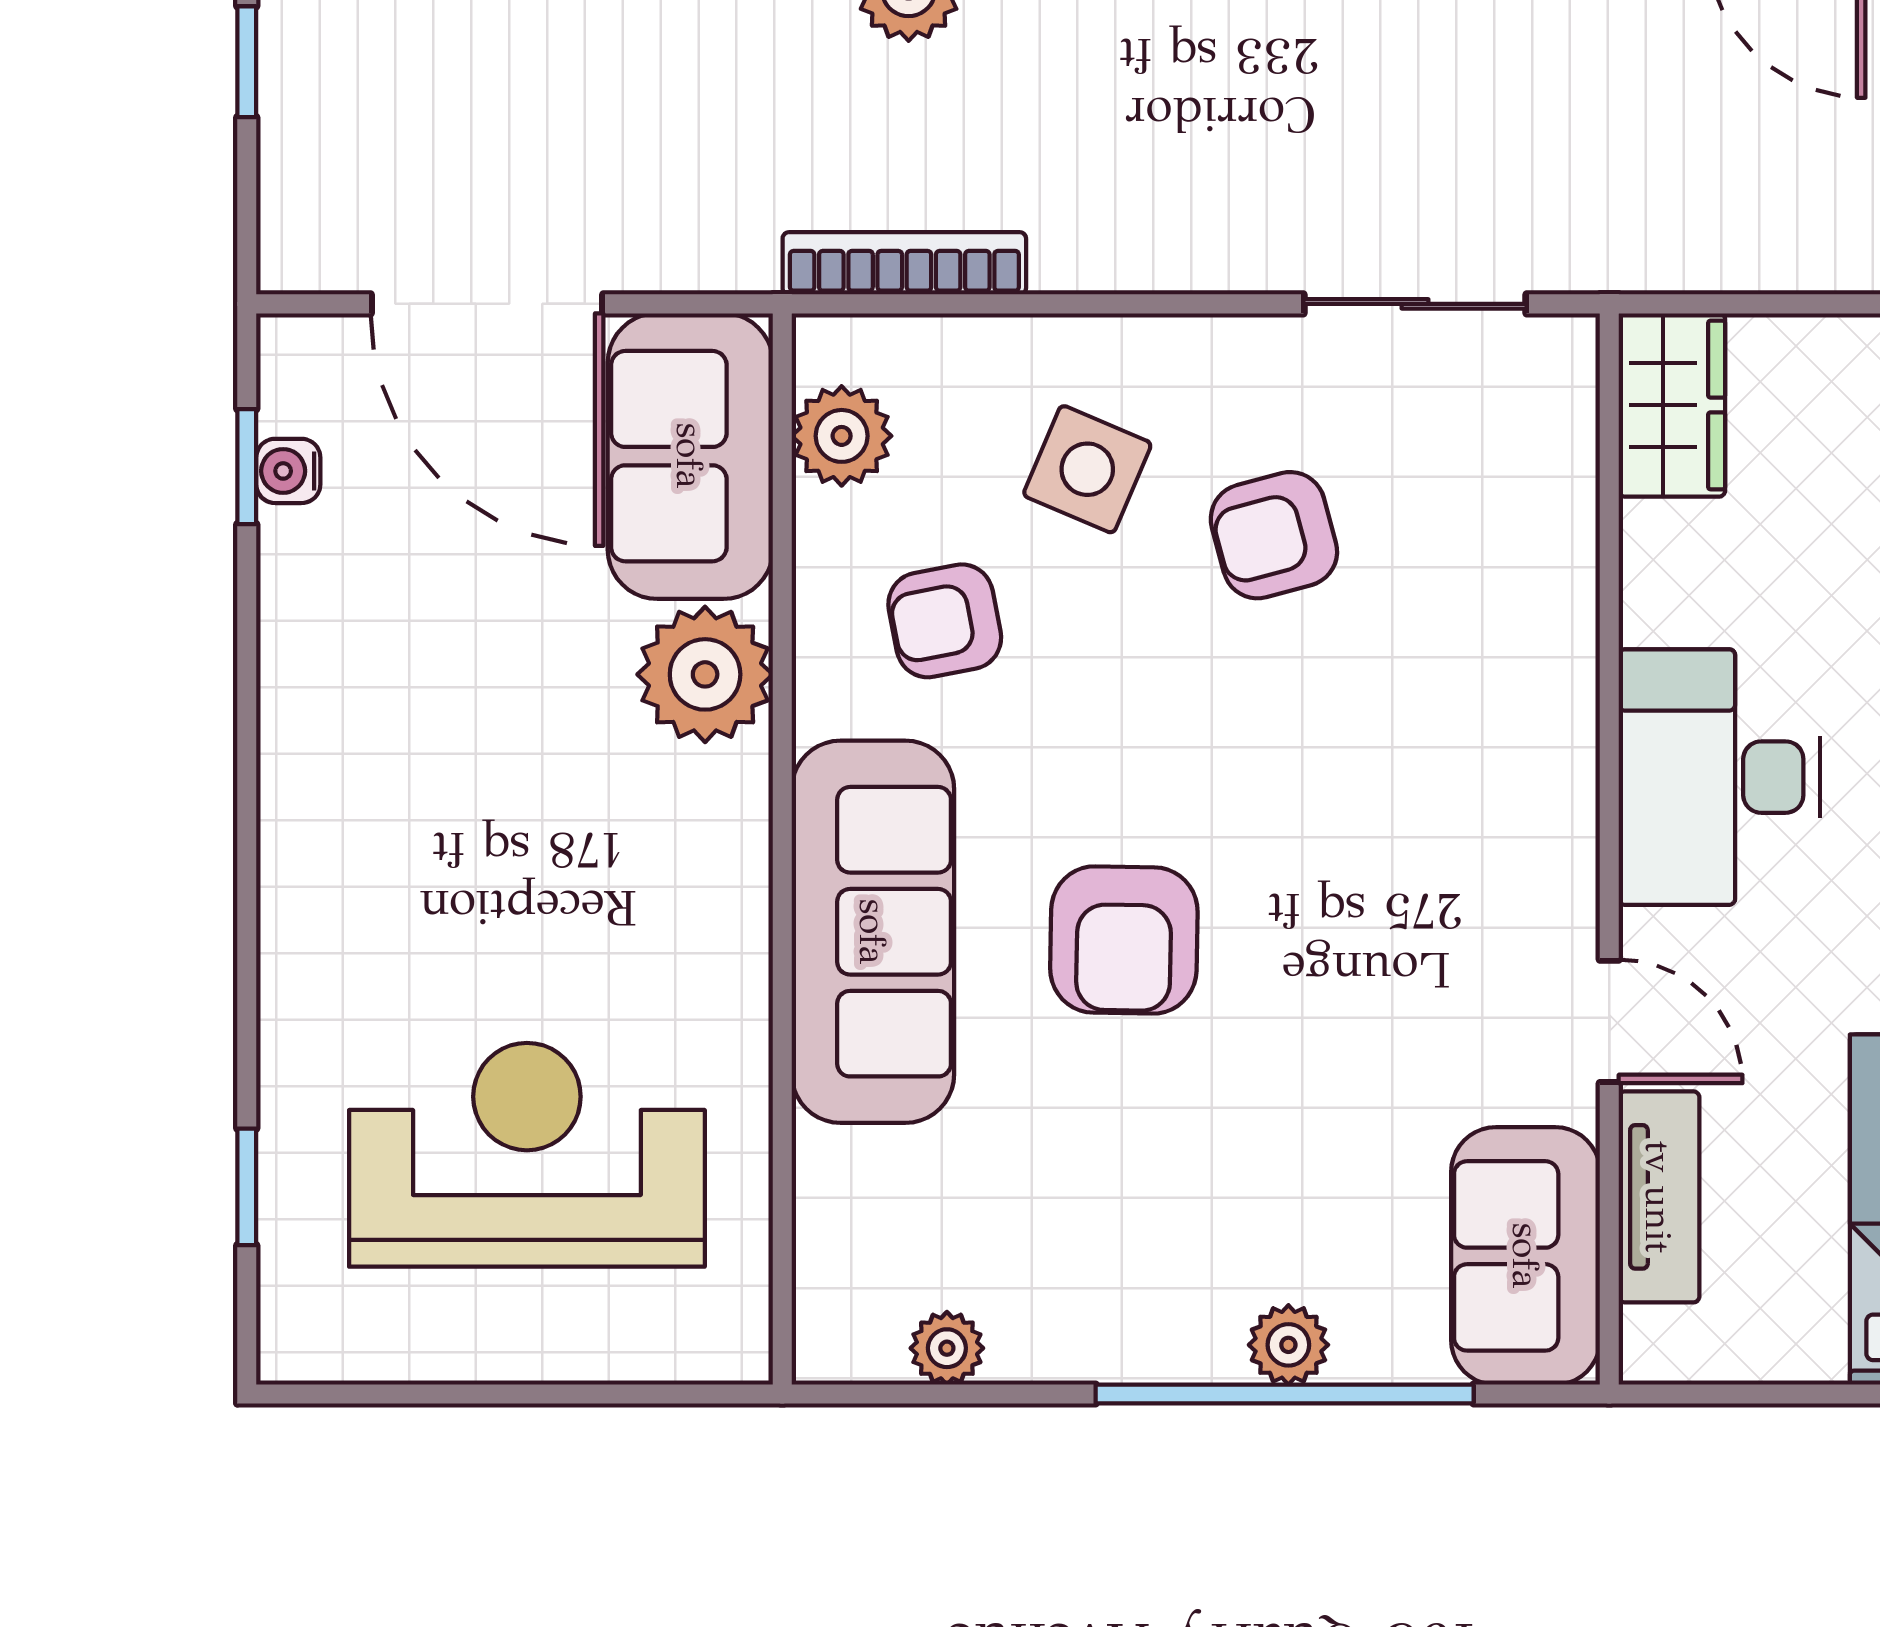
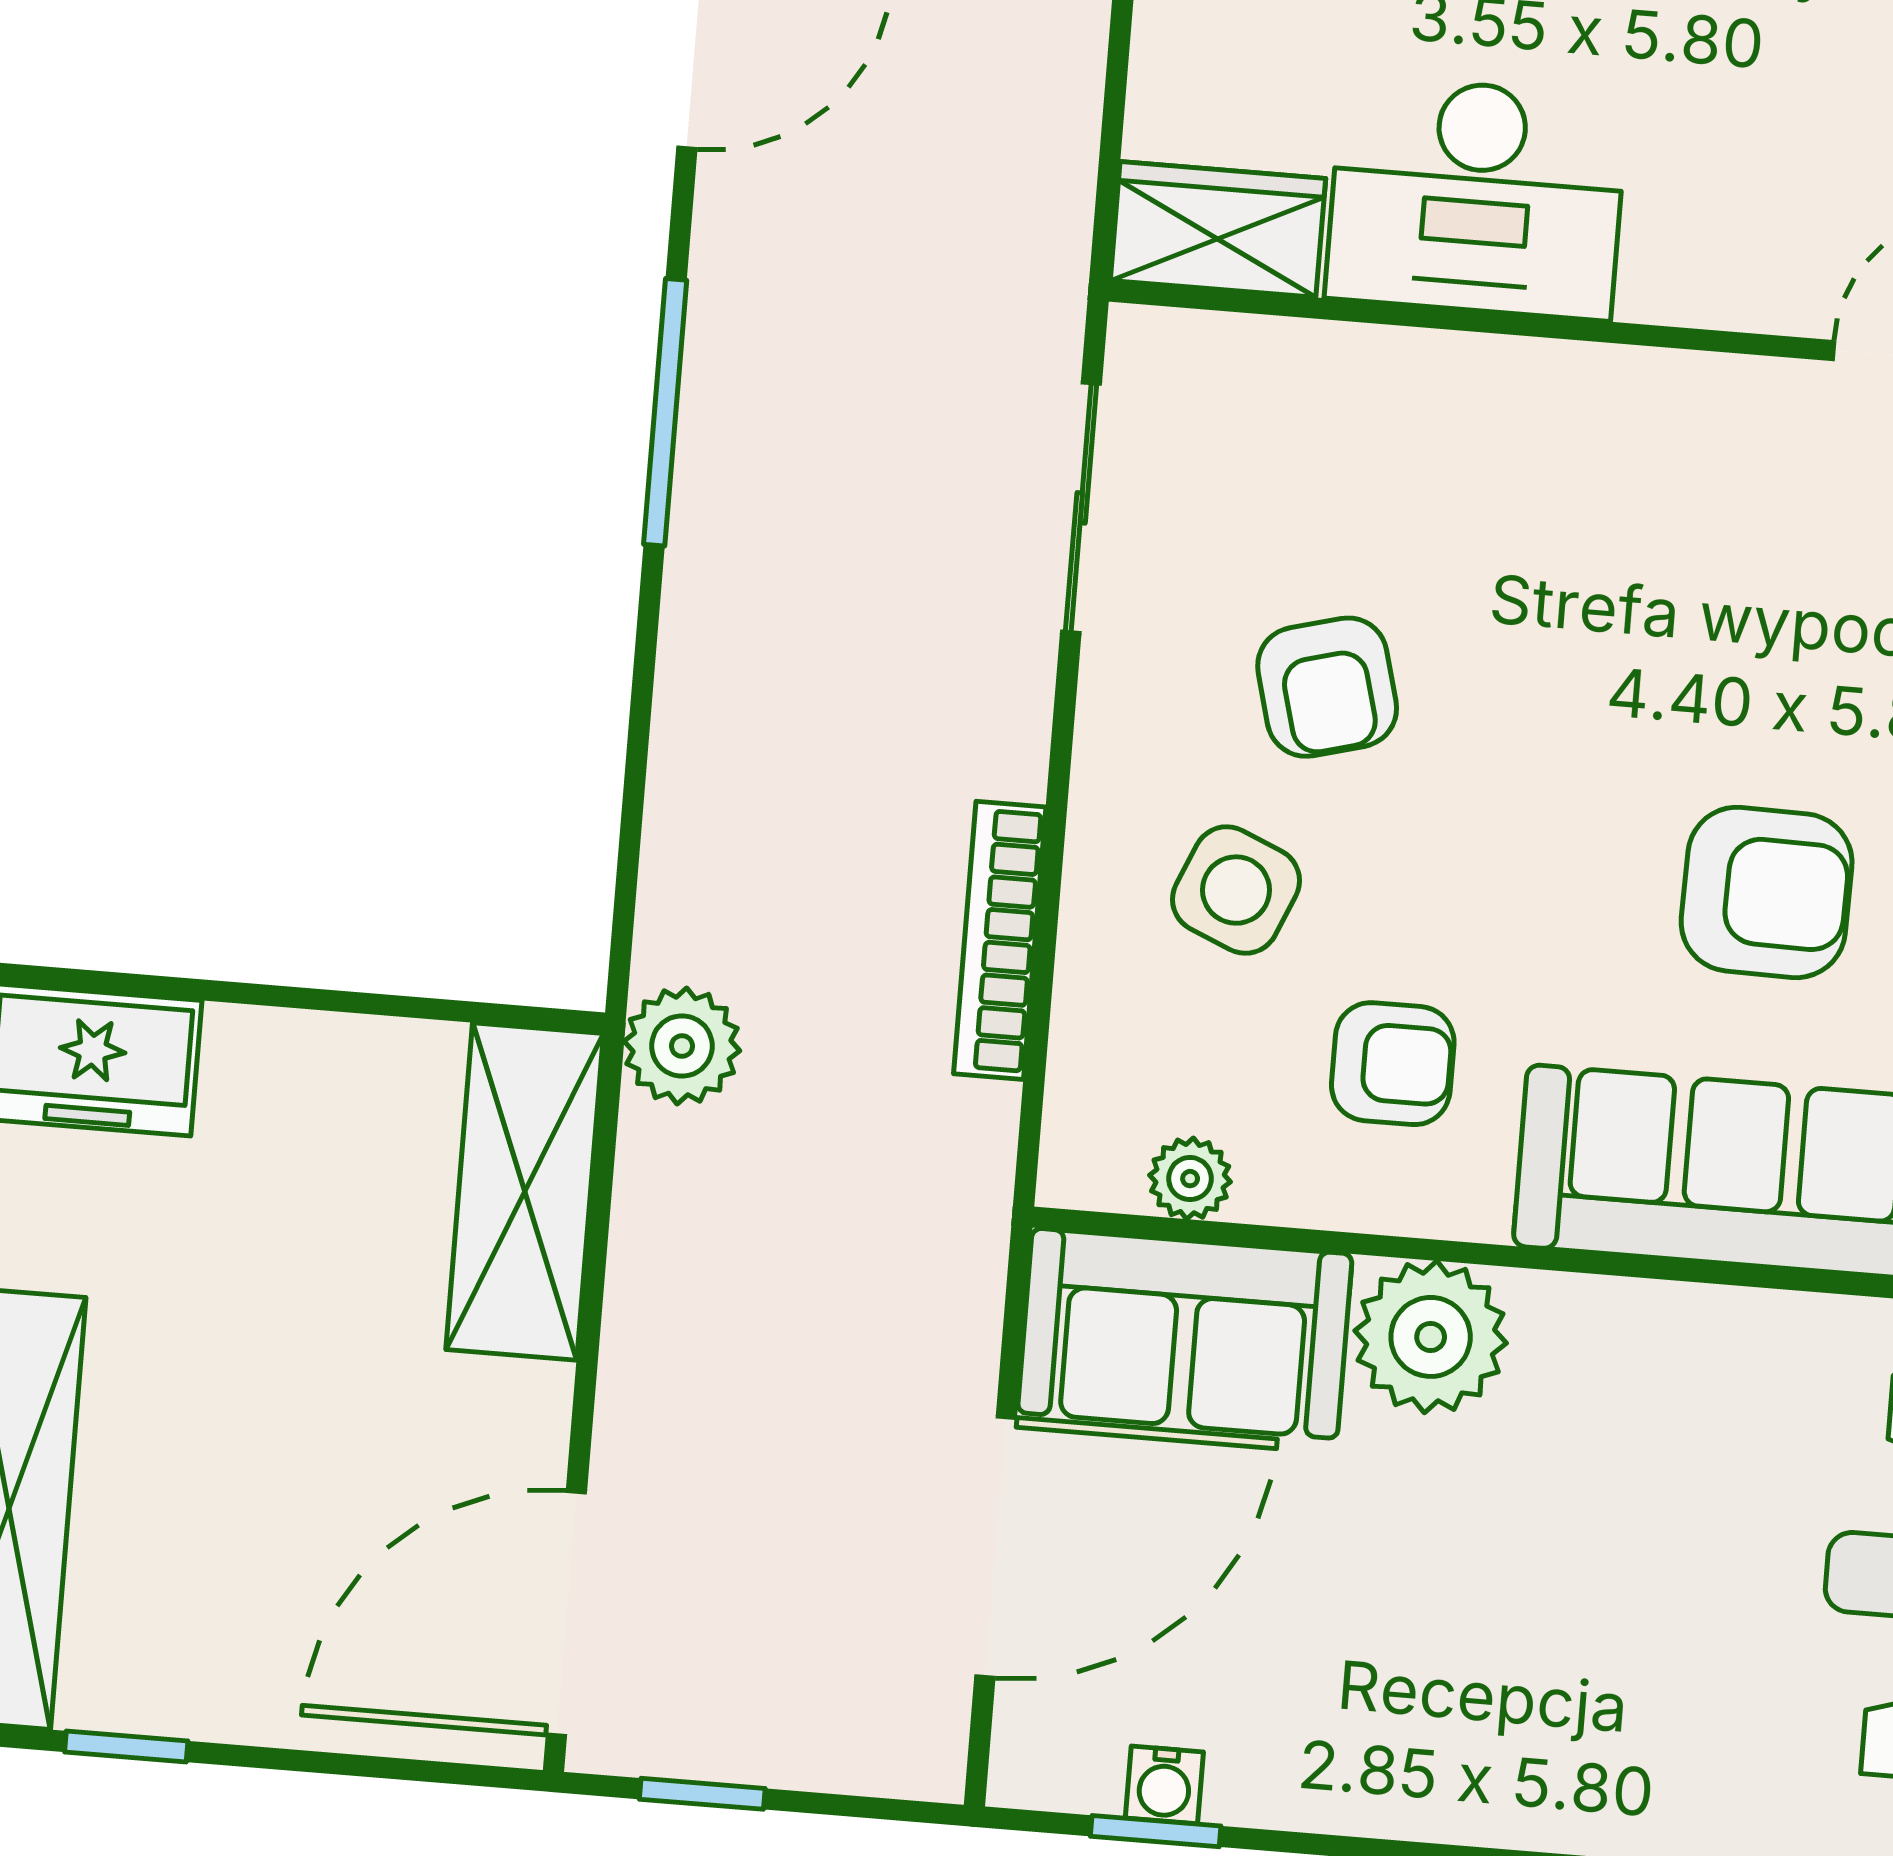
bookcase: (904, 263) -> (1000, 940), moved
plant: (842, 436) -> (1190, 1179), width x0.73, depth x0.73
armchair: (945, 621) -> (1393, 1064), turned -79
desk: (1719, 777) -> (1476, 197), moved

